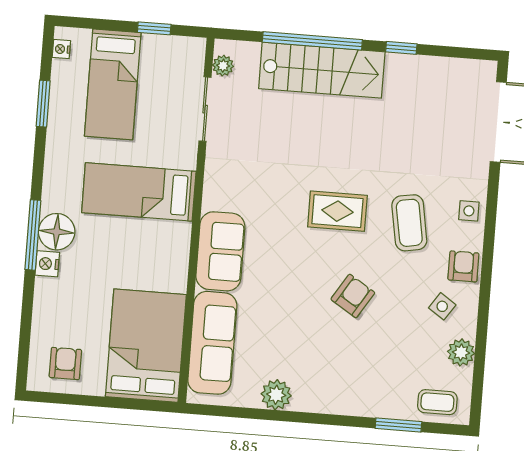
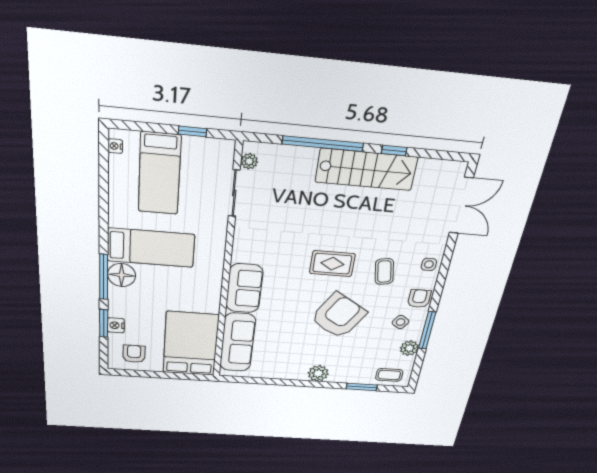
stairs: (322, 70) -> (366, 170), moved
window: (43, 104) -> (104, 323), moved
bed: (139, 192) -> (151, 248), moved, turned 180
coffee table: (409, 223) -> (384, 272), width x0.73, depth x0.77
nightstand: (47, 264) -> (116, 325), moved
armchair: (353, 296) -> (338, 316), width x1.88, depth x1.88
window: (483, 321) -> (427, 330), added
plant: (276, 395) -> (318, 373), moved

